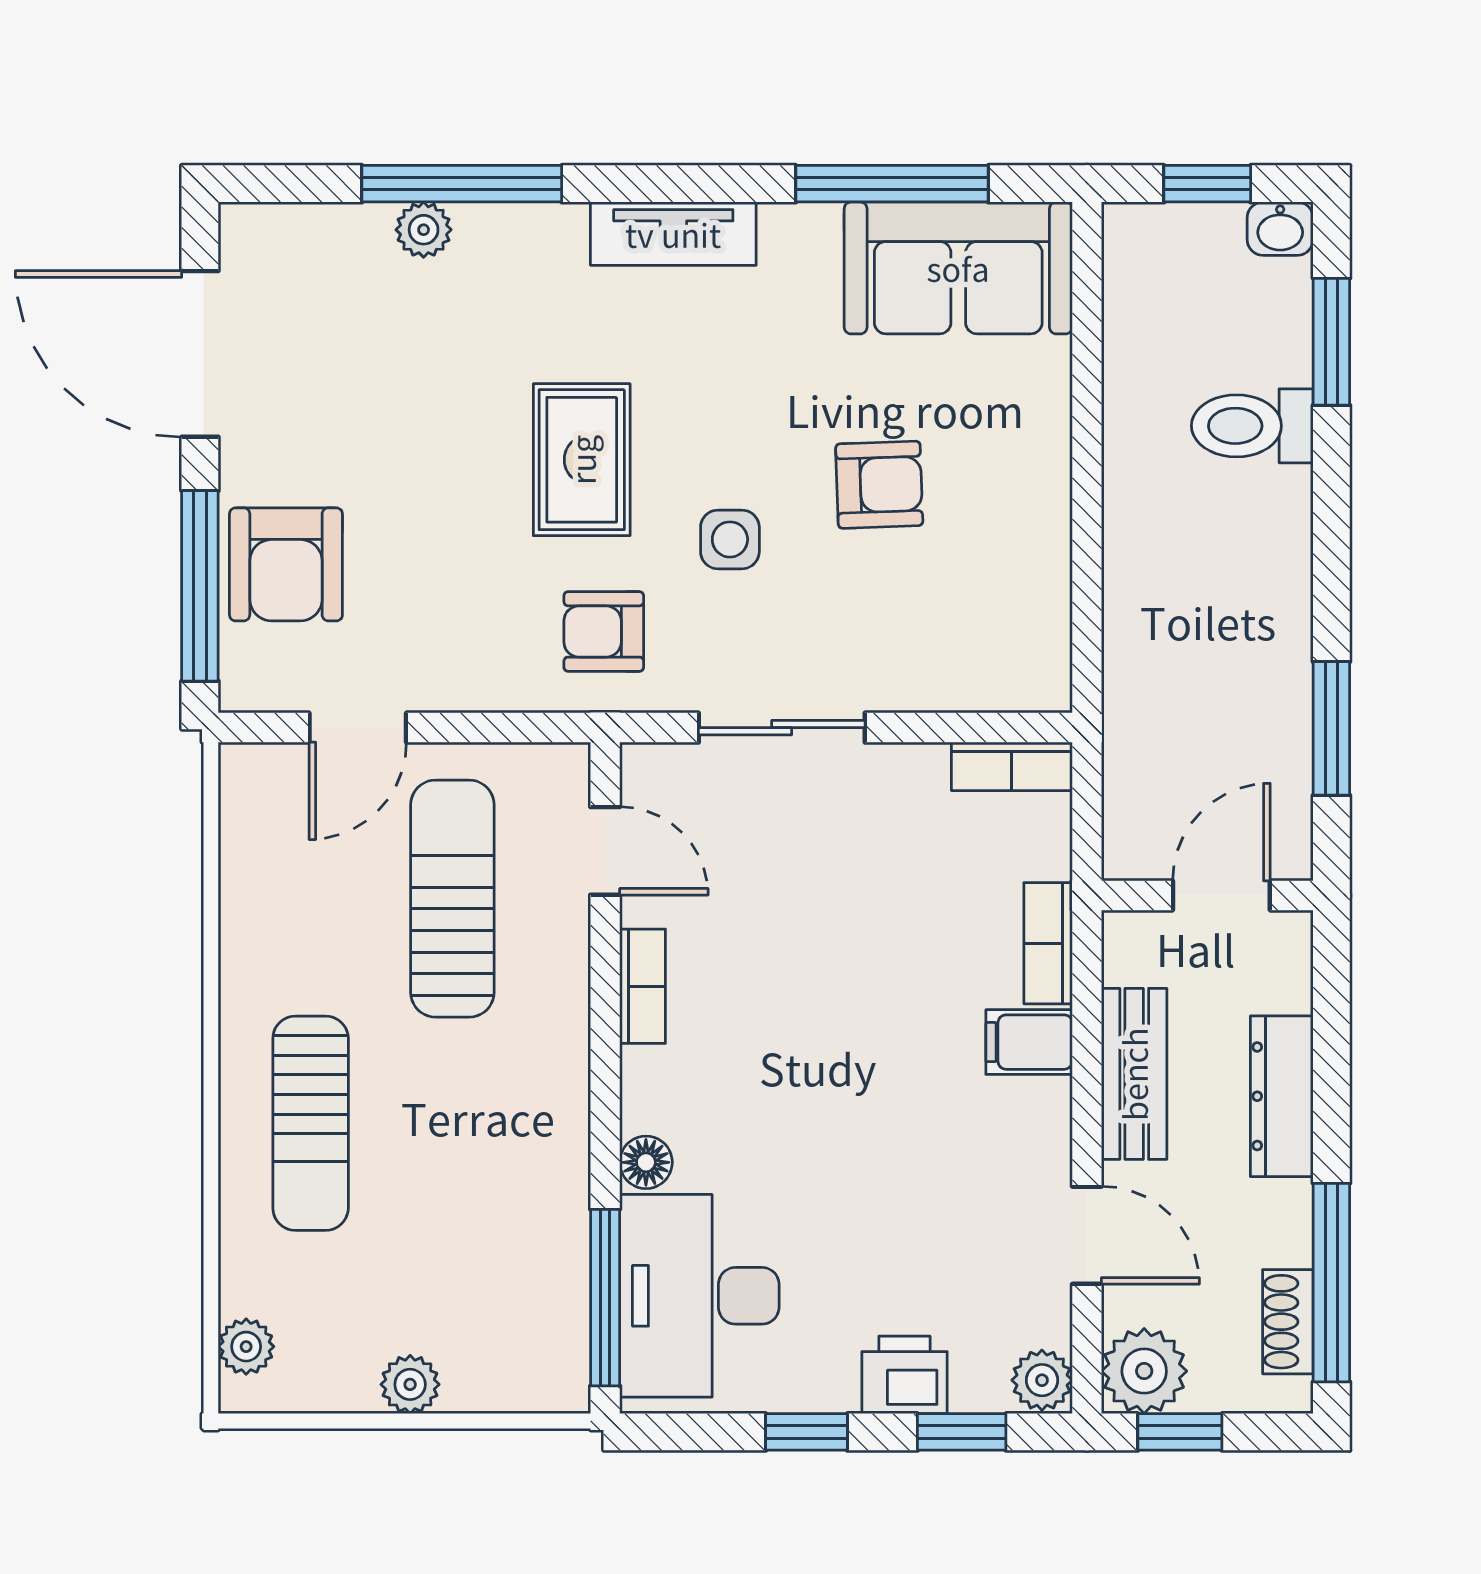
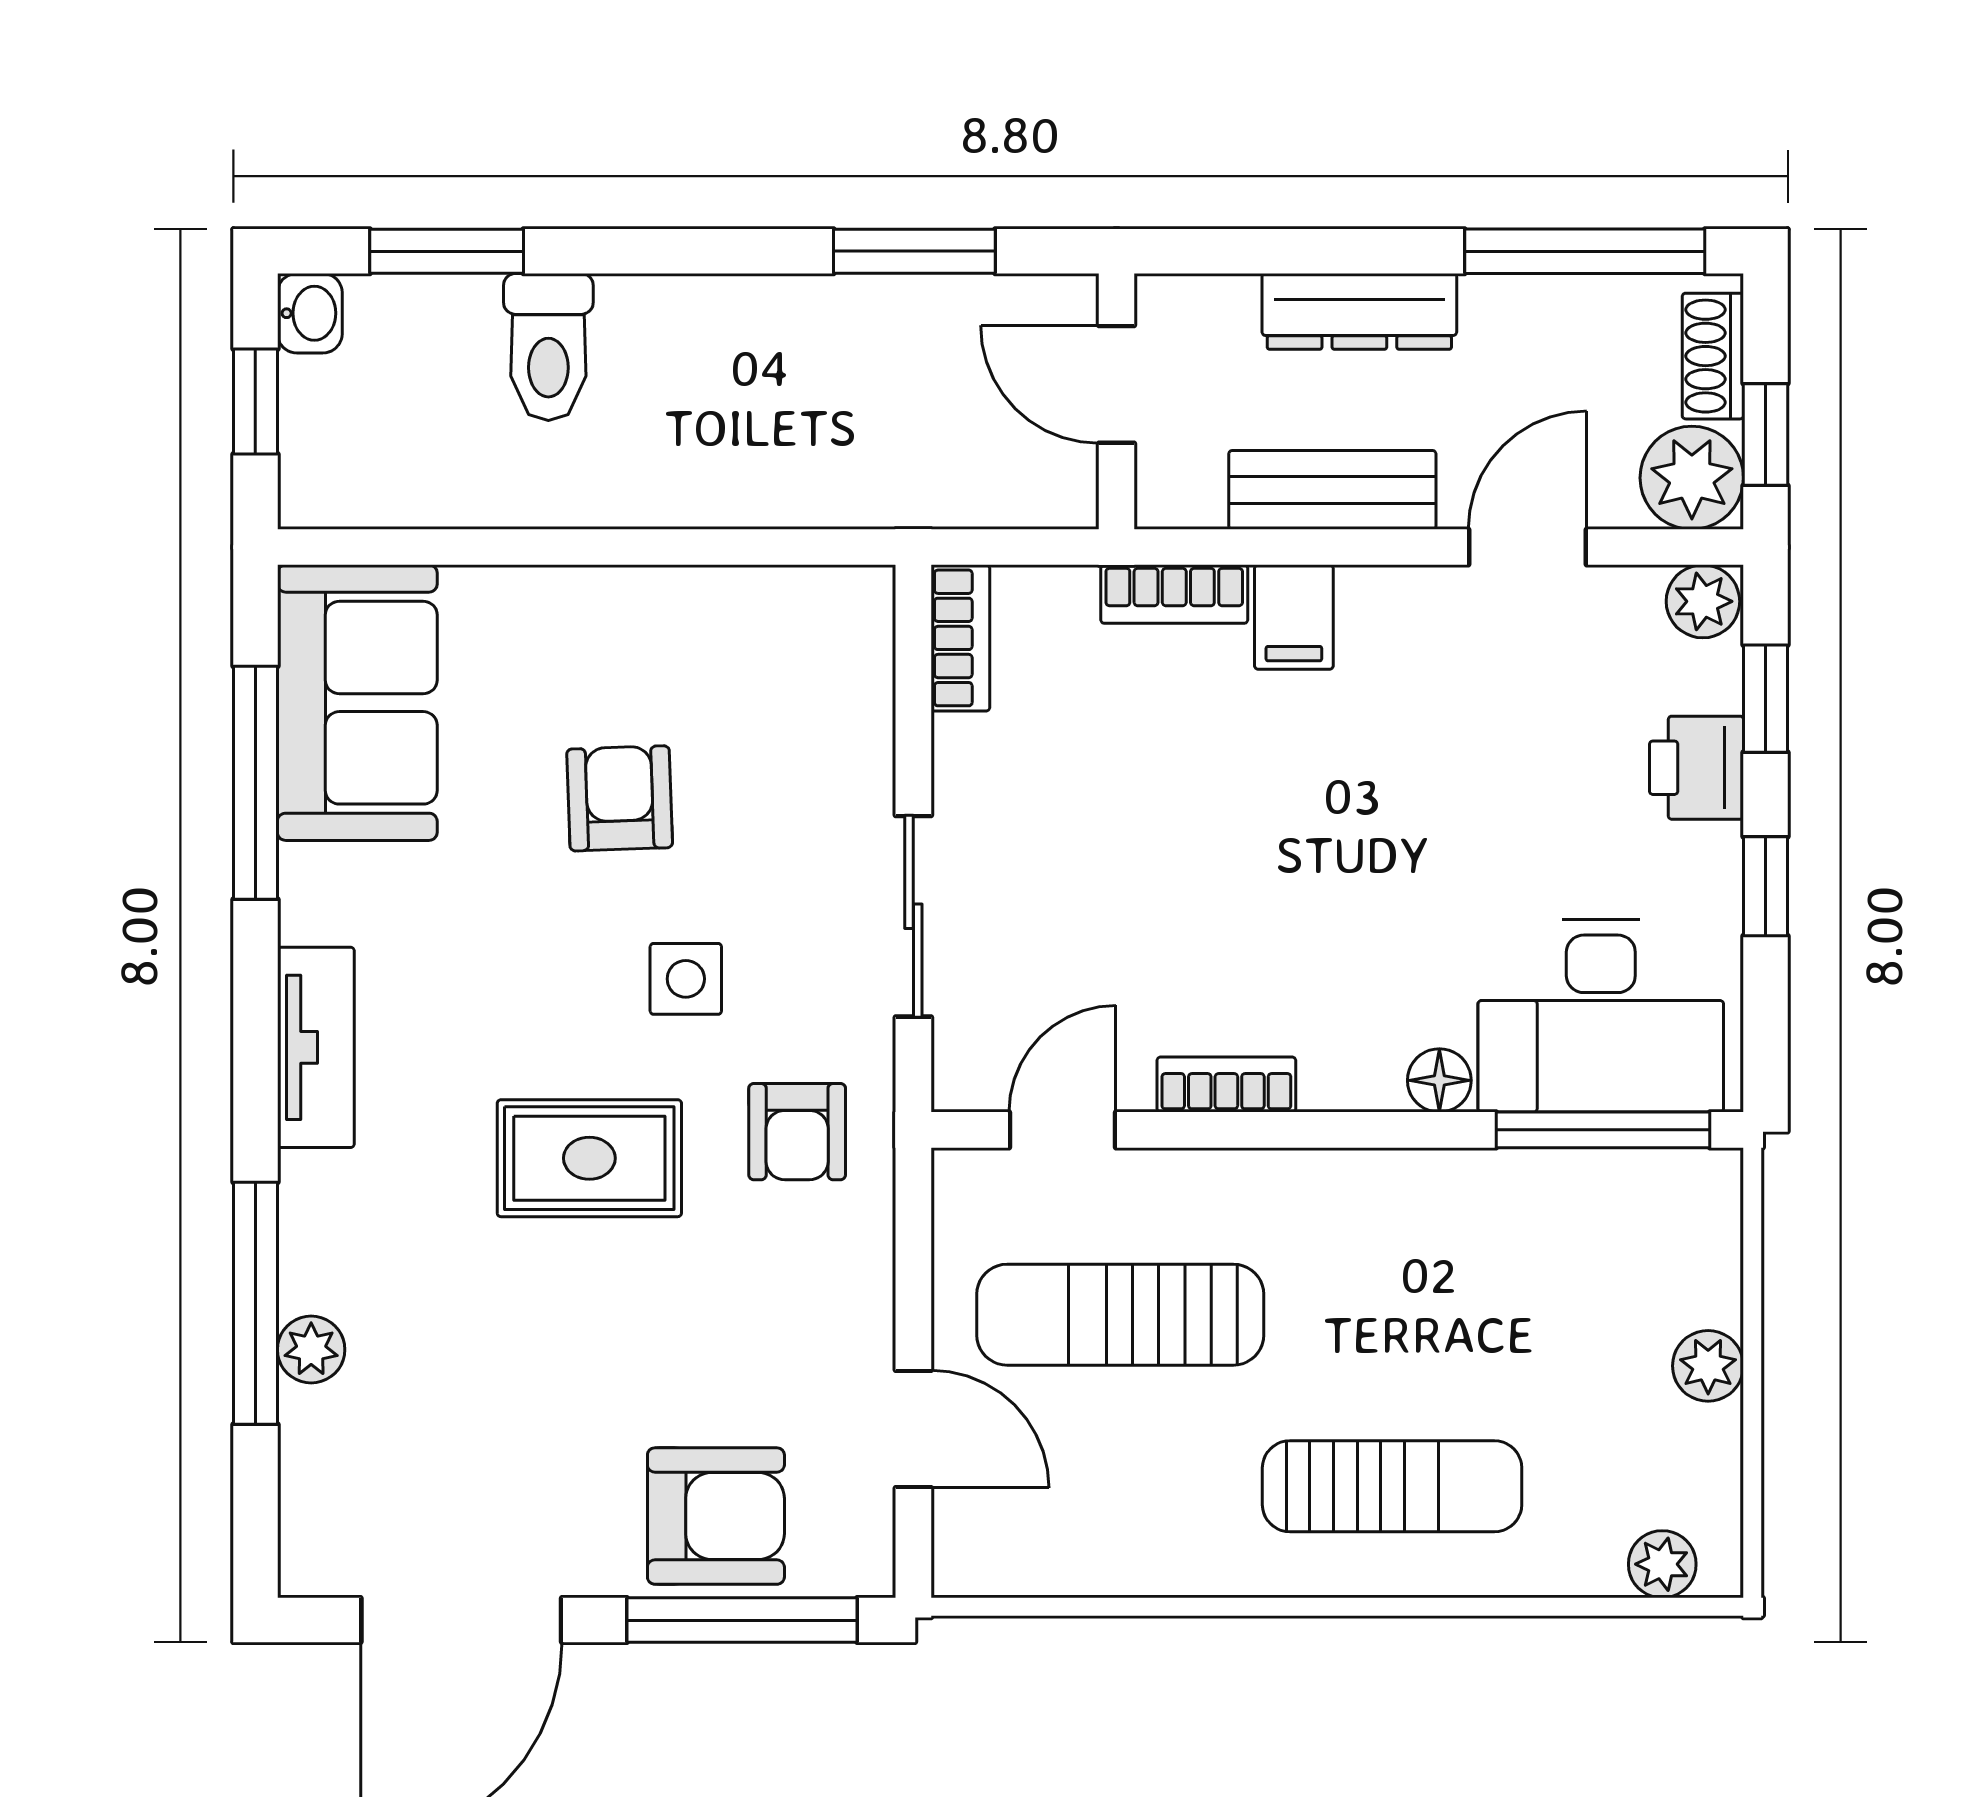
shoe rack: (1288, 1322) -> (1713, 356), moved, turned 90

